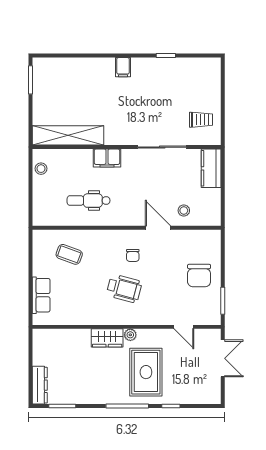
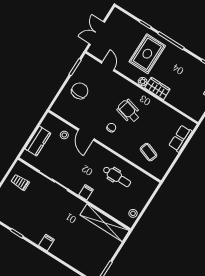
filing cabinet: (107, 158) -> (86, 192), width x0.50
kitchen counter: (211, 168) -> (38, 141), moved

